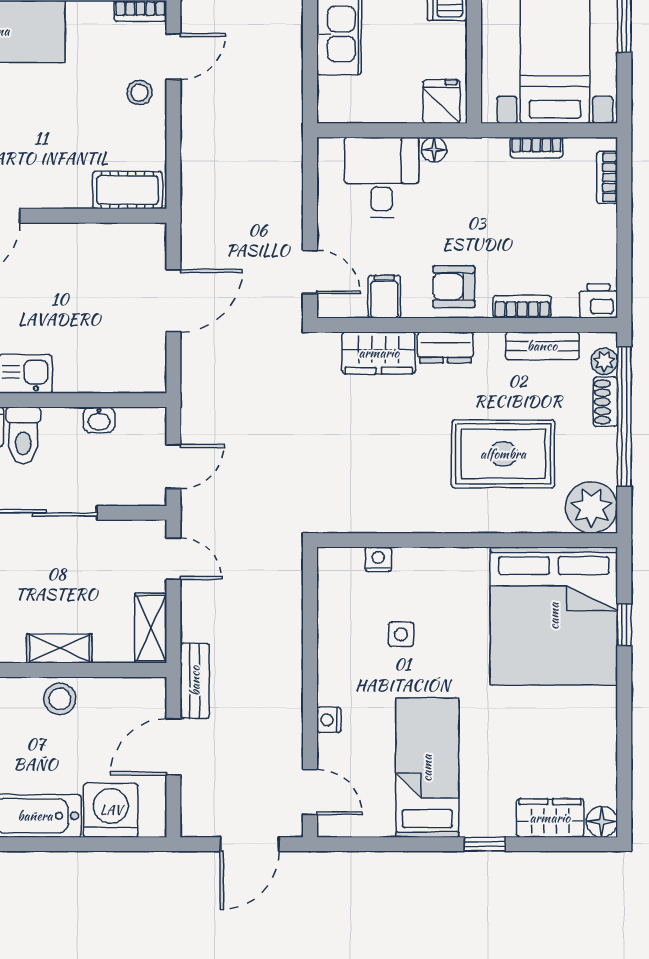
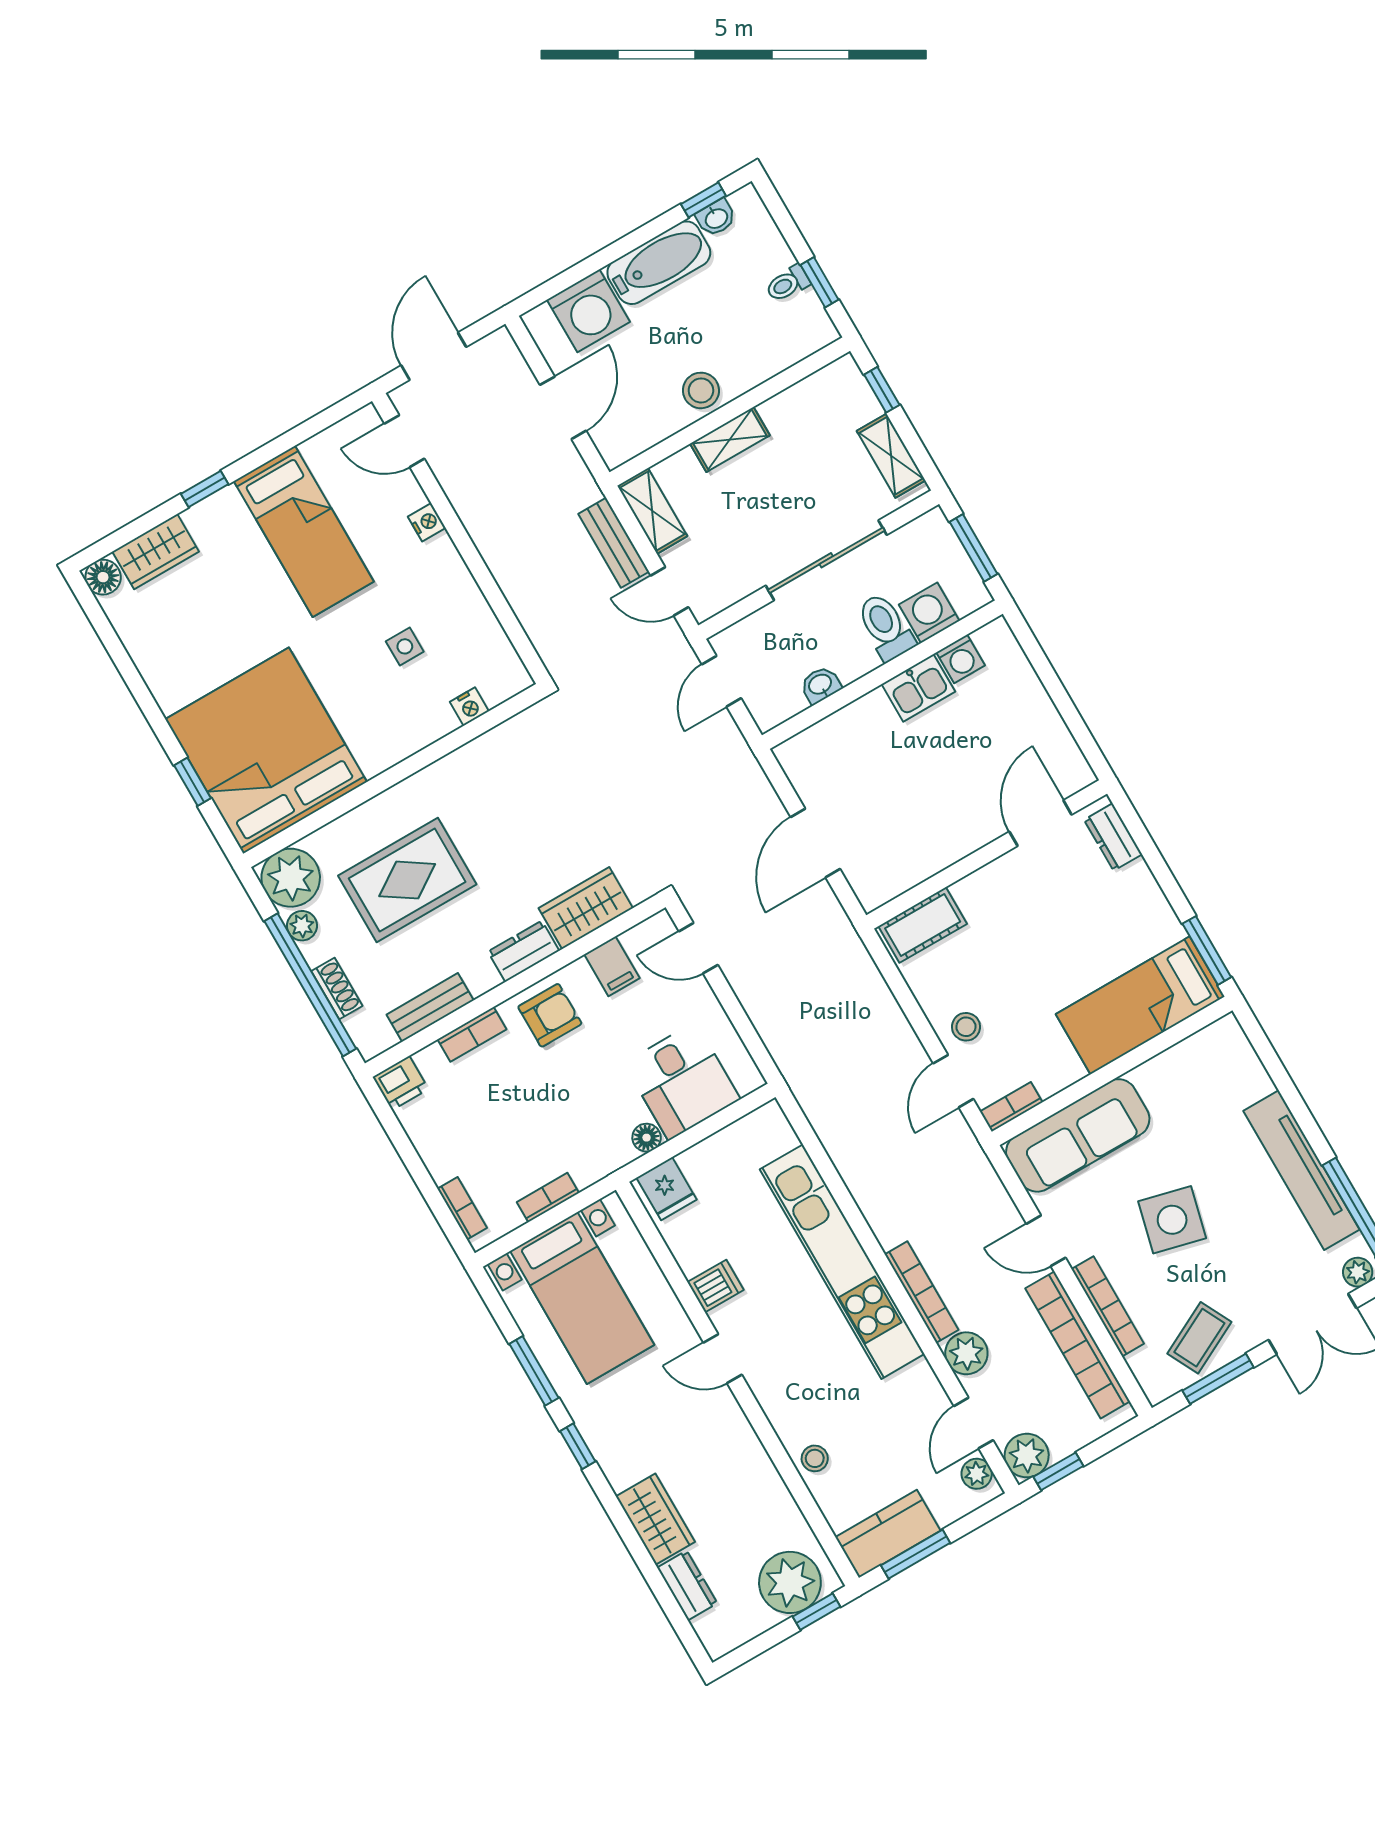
plant: (604, 361) -> (302, 926), moved
bench: (195, 681) -> (614, 543), moved

